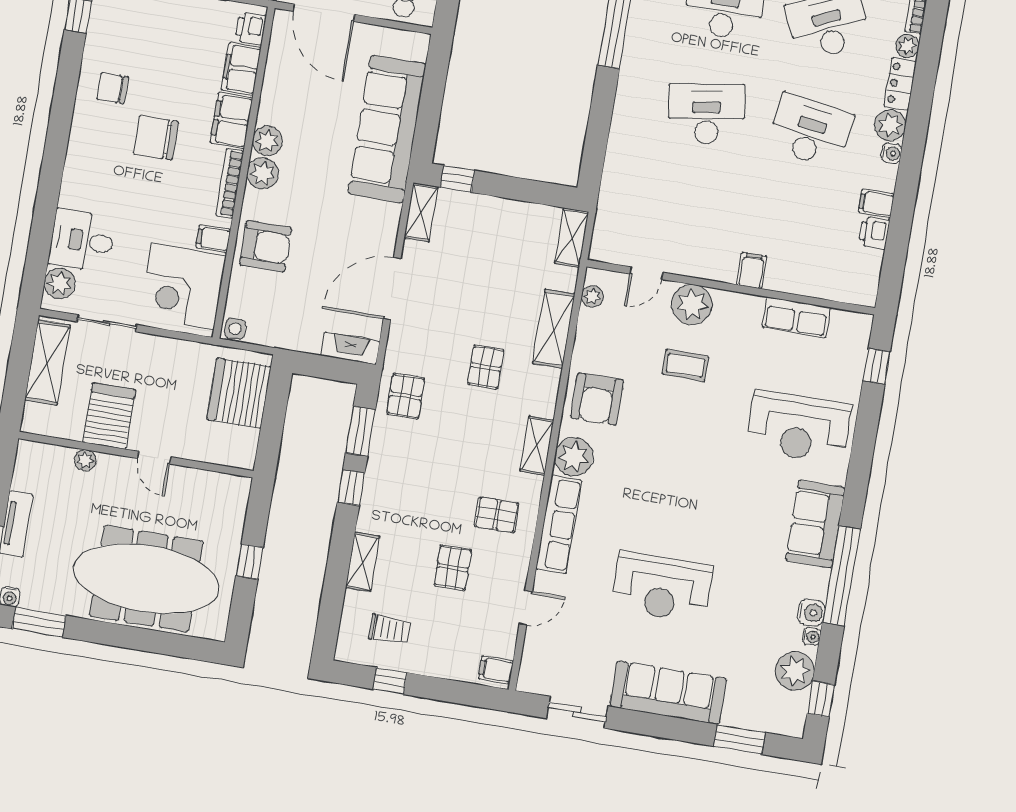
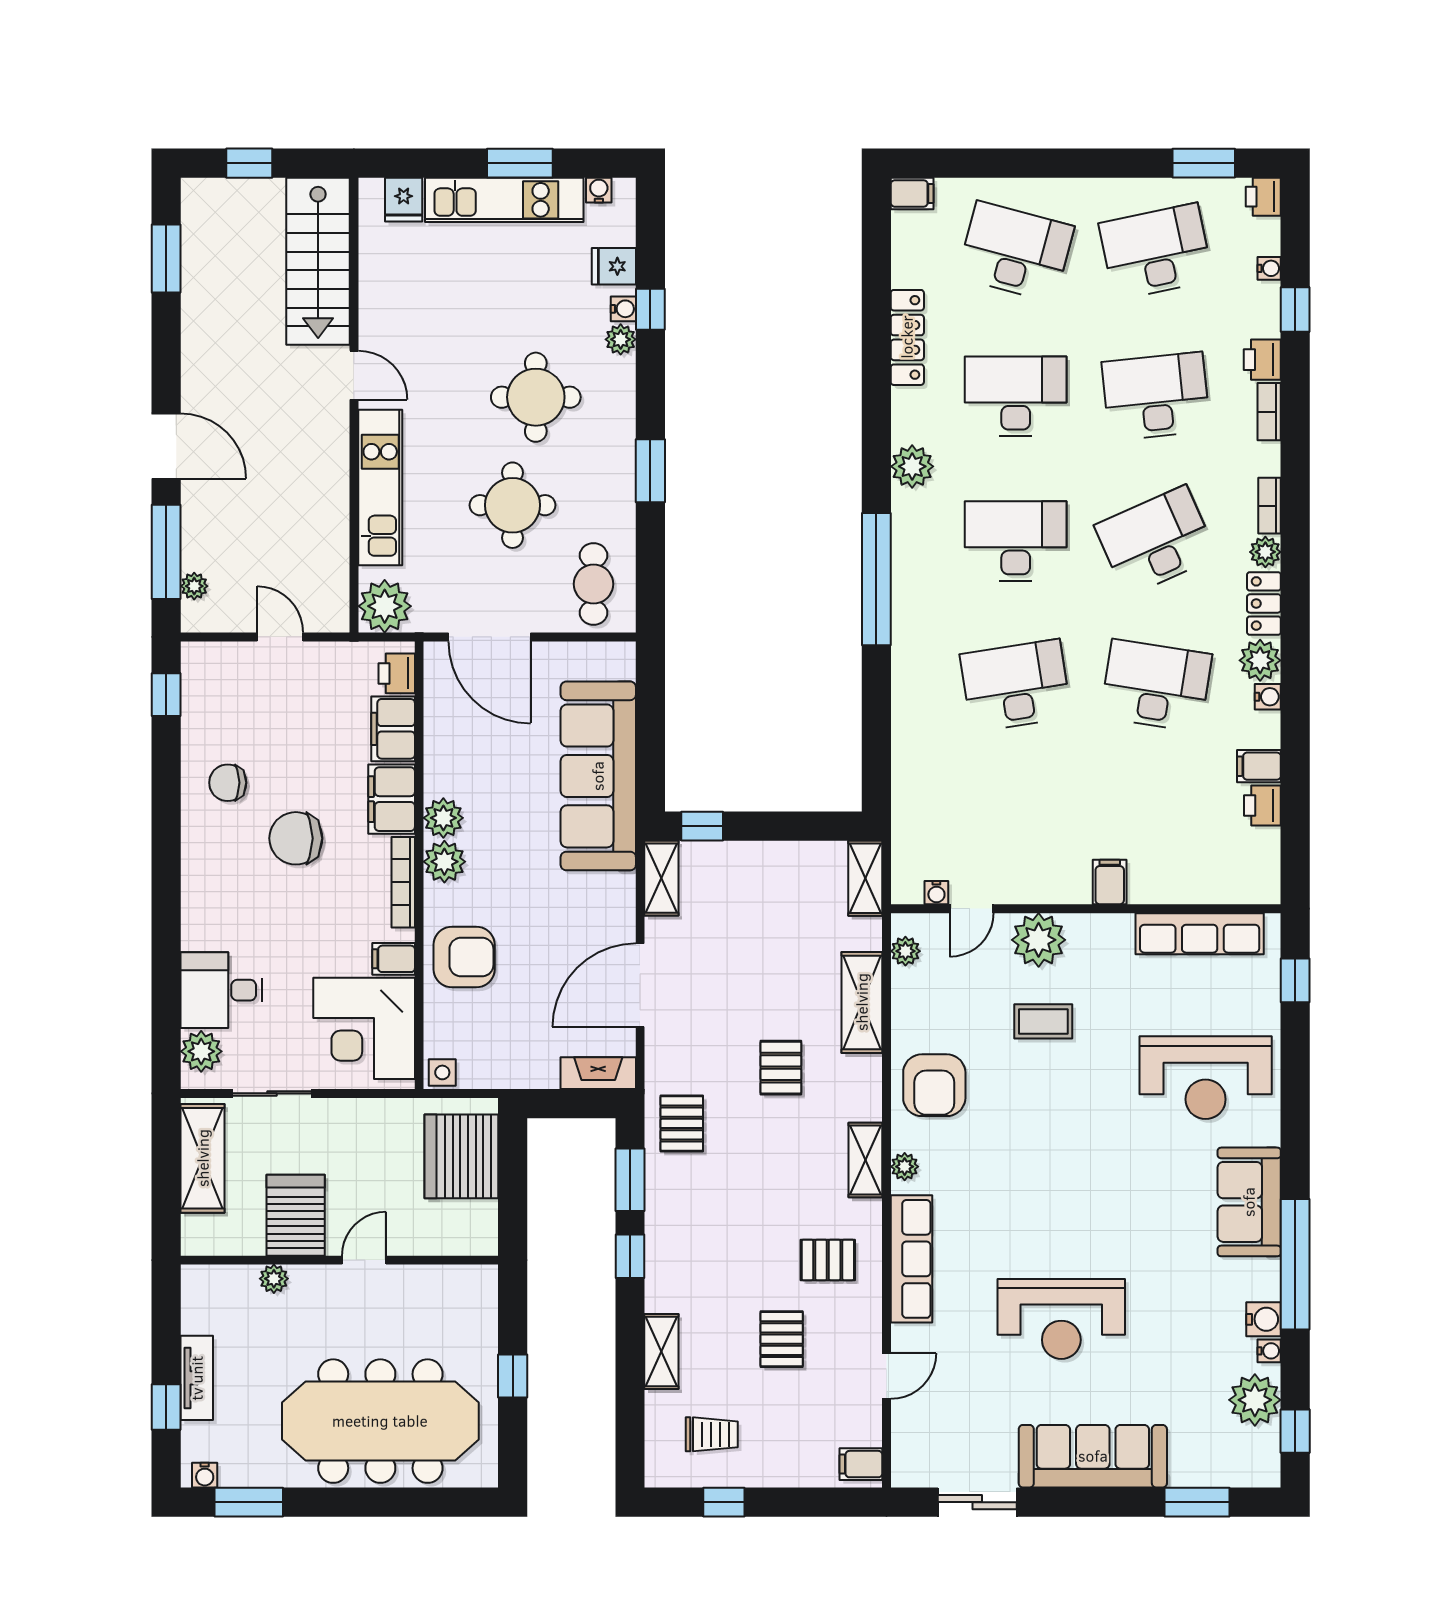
water cooler: (622, 257) -> (936, 893), added
row of seats: (796, 317) -> (1200, 934), width x1.48
plant: (574, 457) -> (905, 1167), width x0.53, depth x0.53
door: (154, 458) -> (364, 1260), swing flipped

